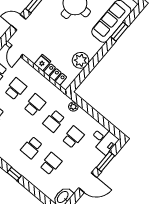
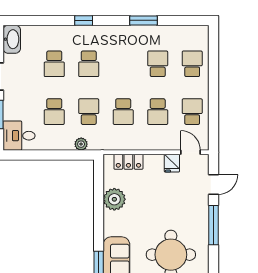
fridge: (42, 63) -> (172, 163), moved
school desk: (32, 148) -> (89, 64), turned 180

